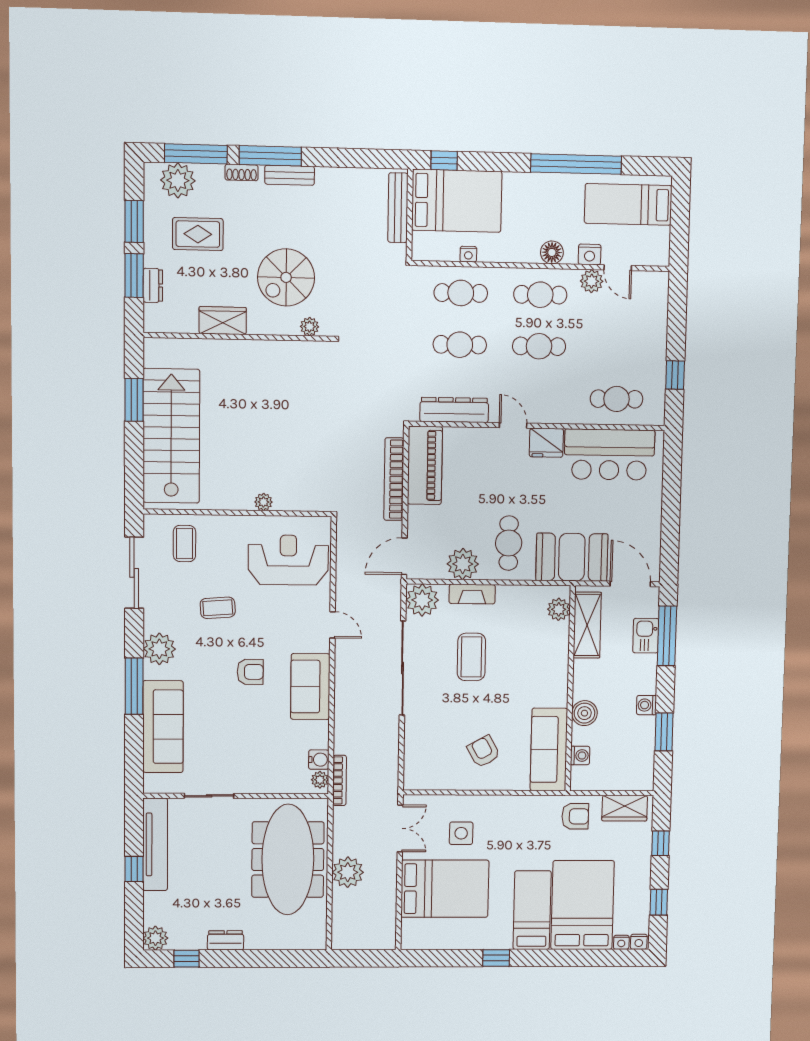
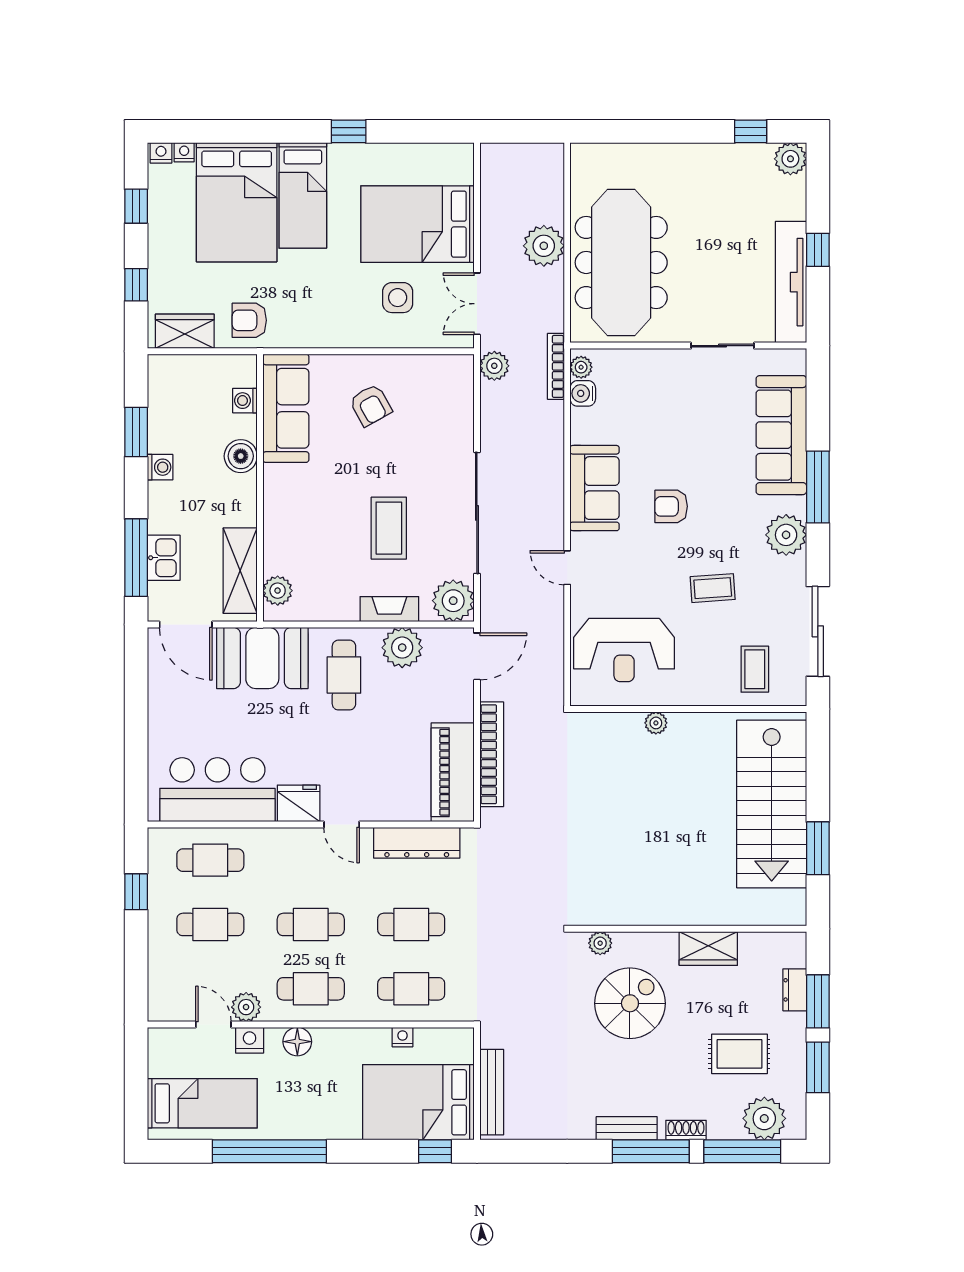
cafe table: (618, 348) -> (210, 924), added
plant: (387, 781) -> (494, 366), added
dresser: (226, 940) -> (701, 156), removed

